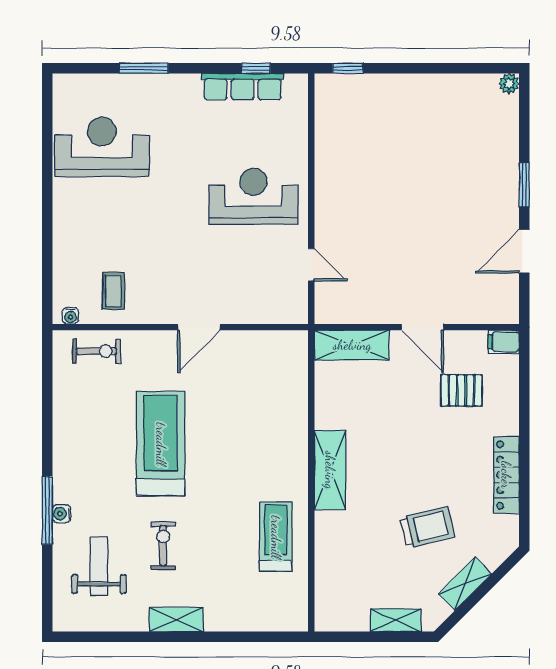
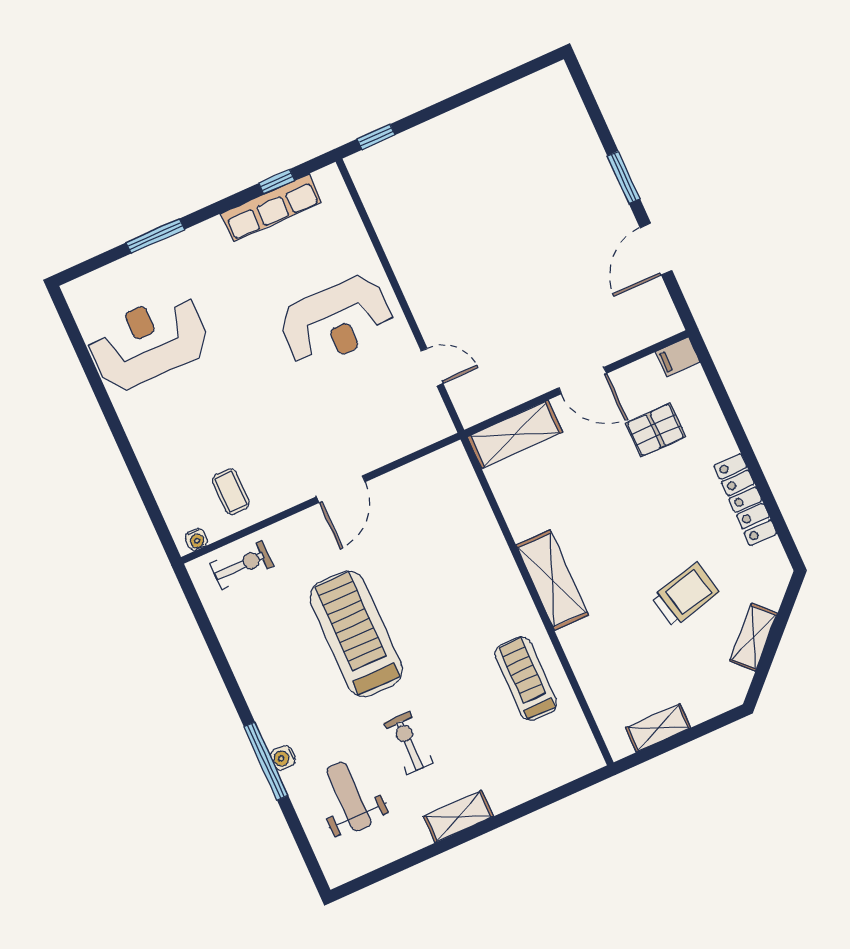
plant: (509, 83) -> (558, 75), removed
reception desk: (253, 196) -> (336, 321), turned 180
shelving: (396, 620) -> (658, 728), moved

